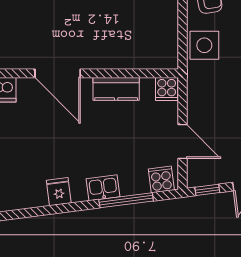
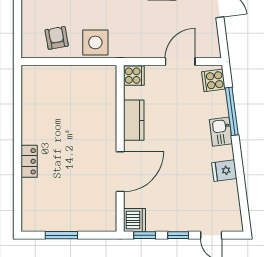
window: (207, 190) -> (223, 40), removed

